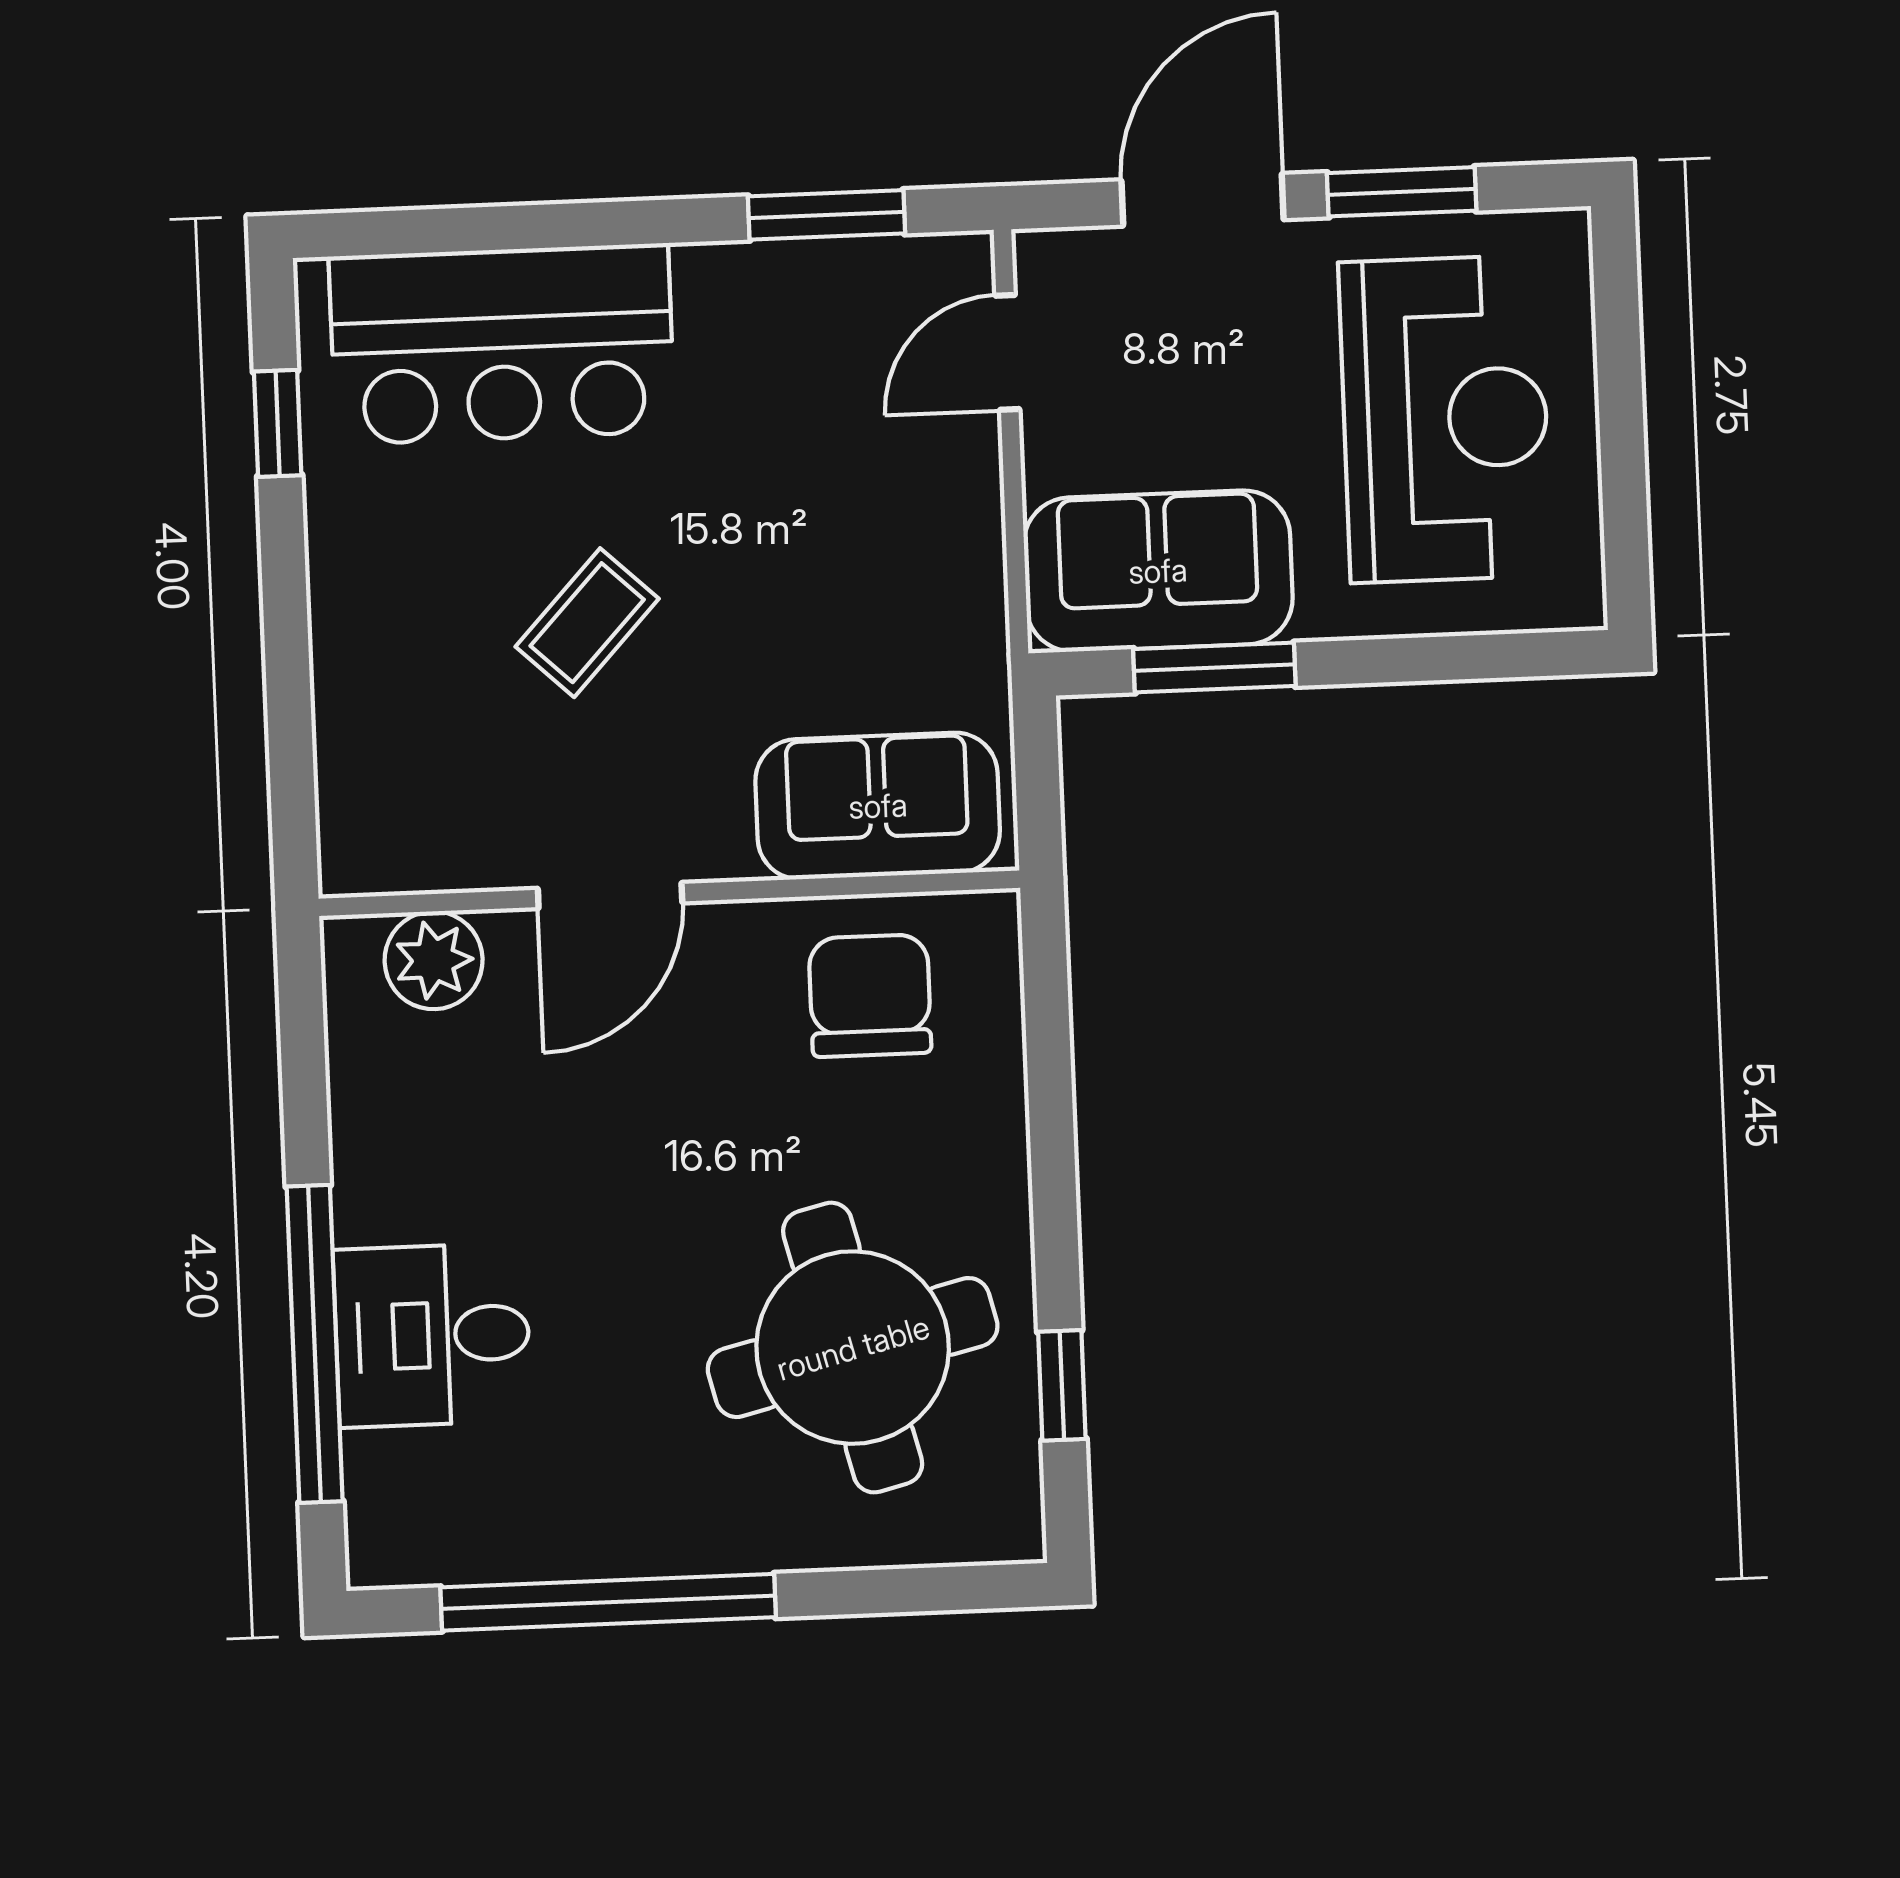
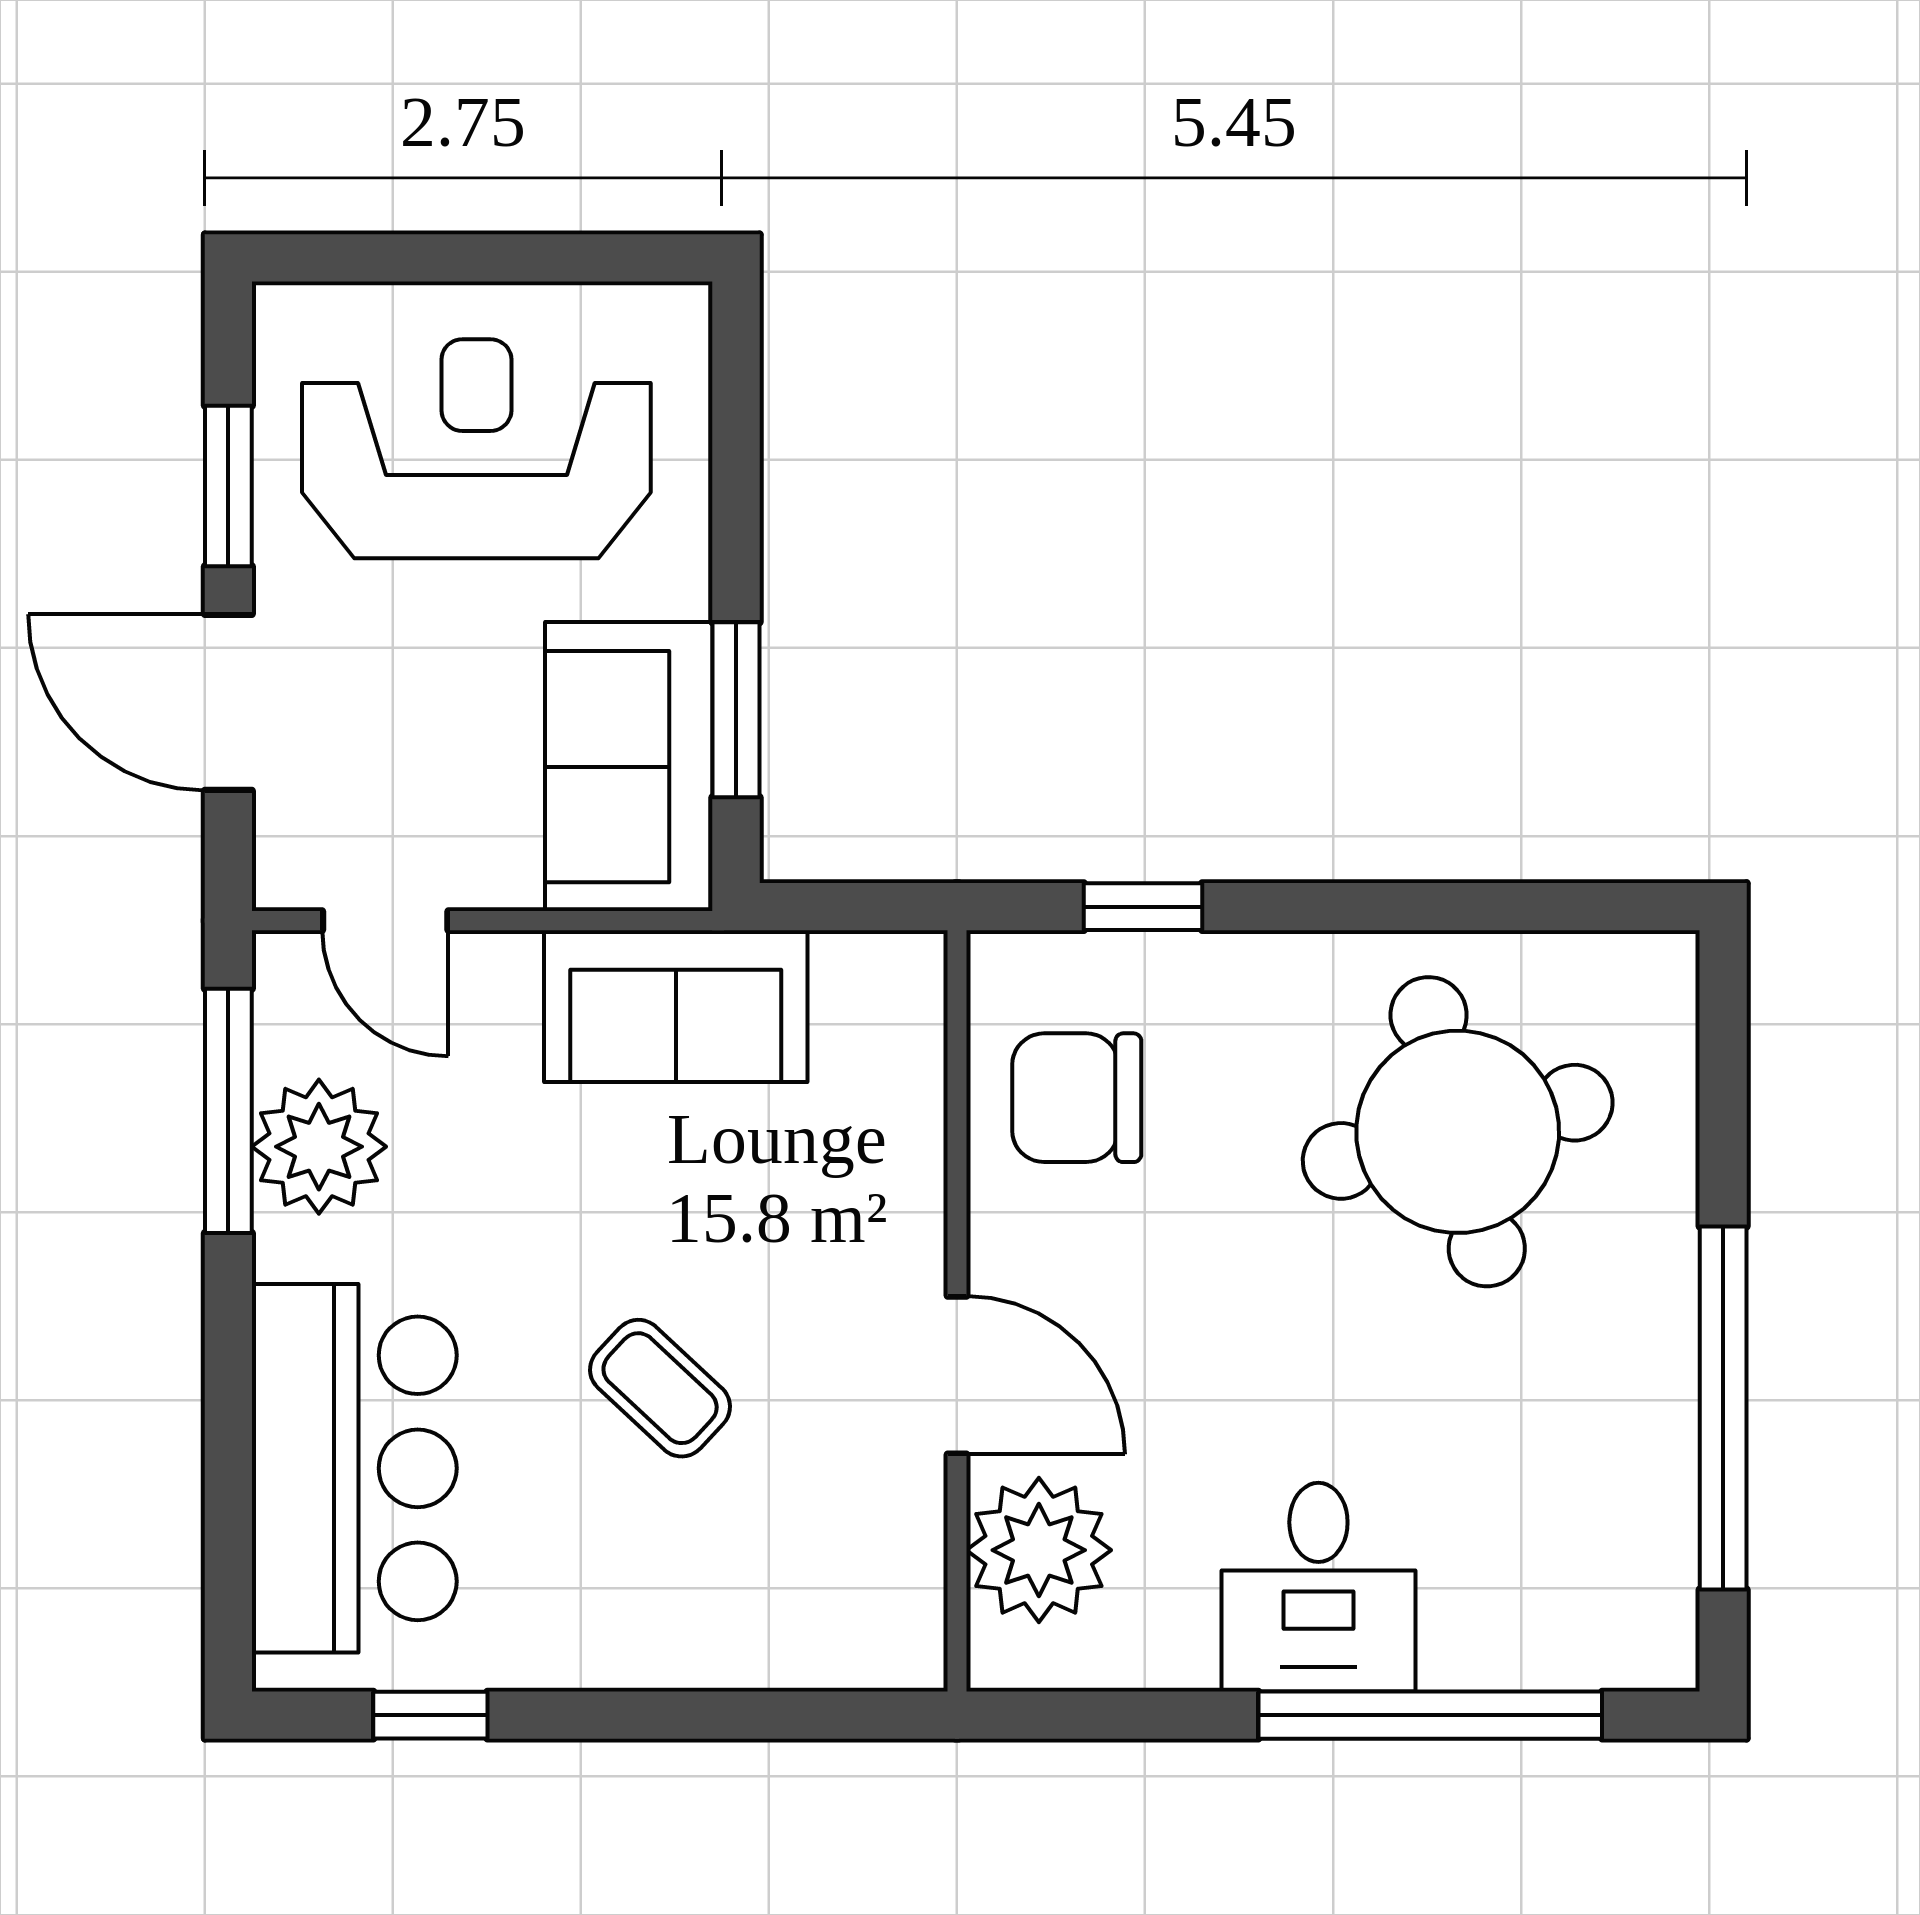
window: (826, 215) -> (228, 1111), width x1.44
plant: (797, 300) -> (319, 1147), added
sofa: (878, 806) -> (676, 1006), moved, turned -90
plant: (434, 960) -> (1039, 1550), width x1.36, depth x1.36
desk: (432, 1335) -> (1318, 1587), moved
window: (1062, 1385) -> (1143, 907), moved

